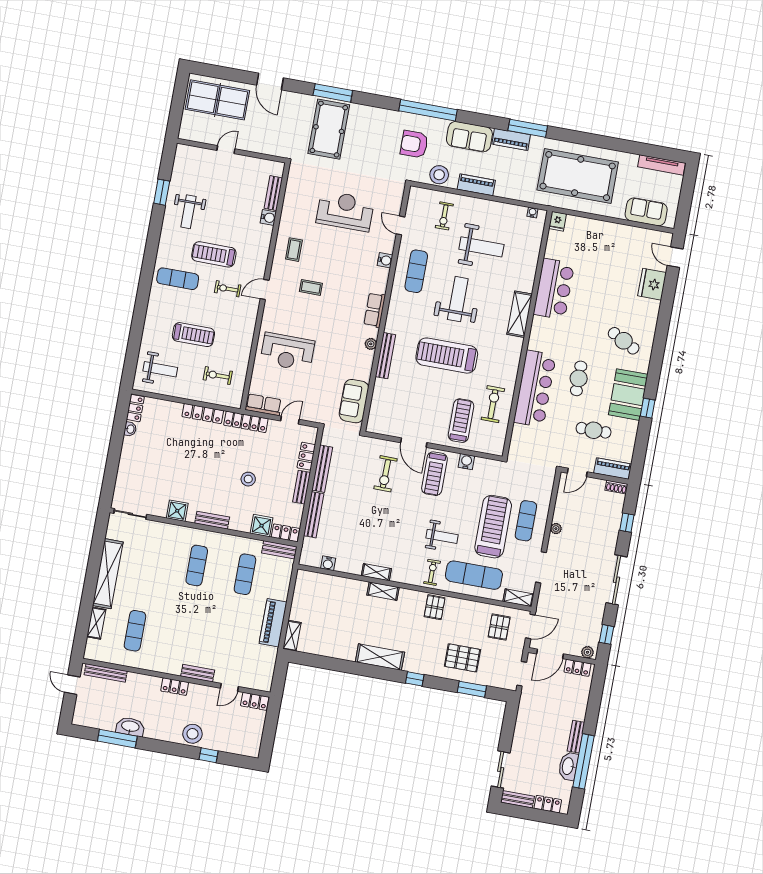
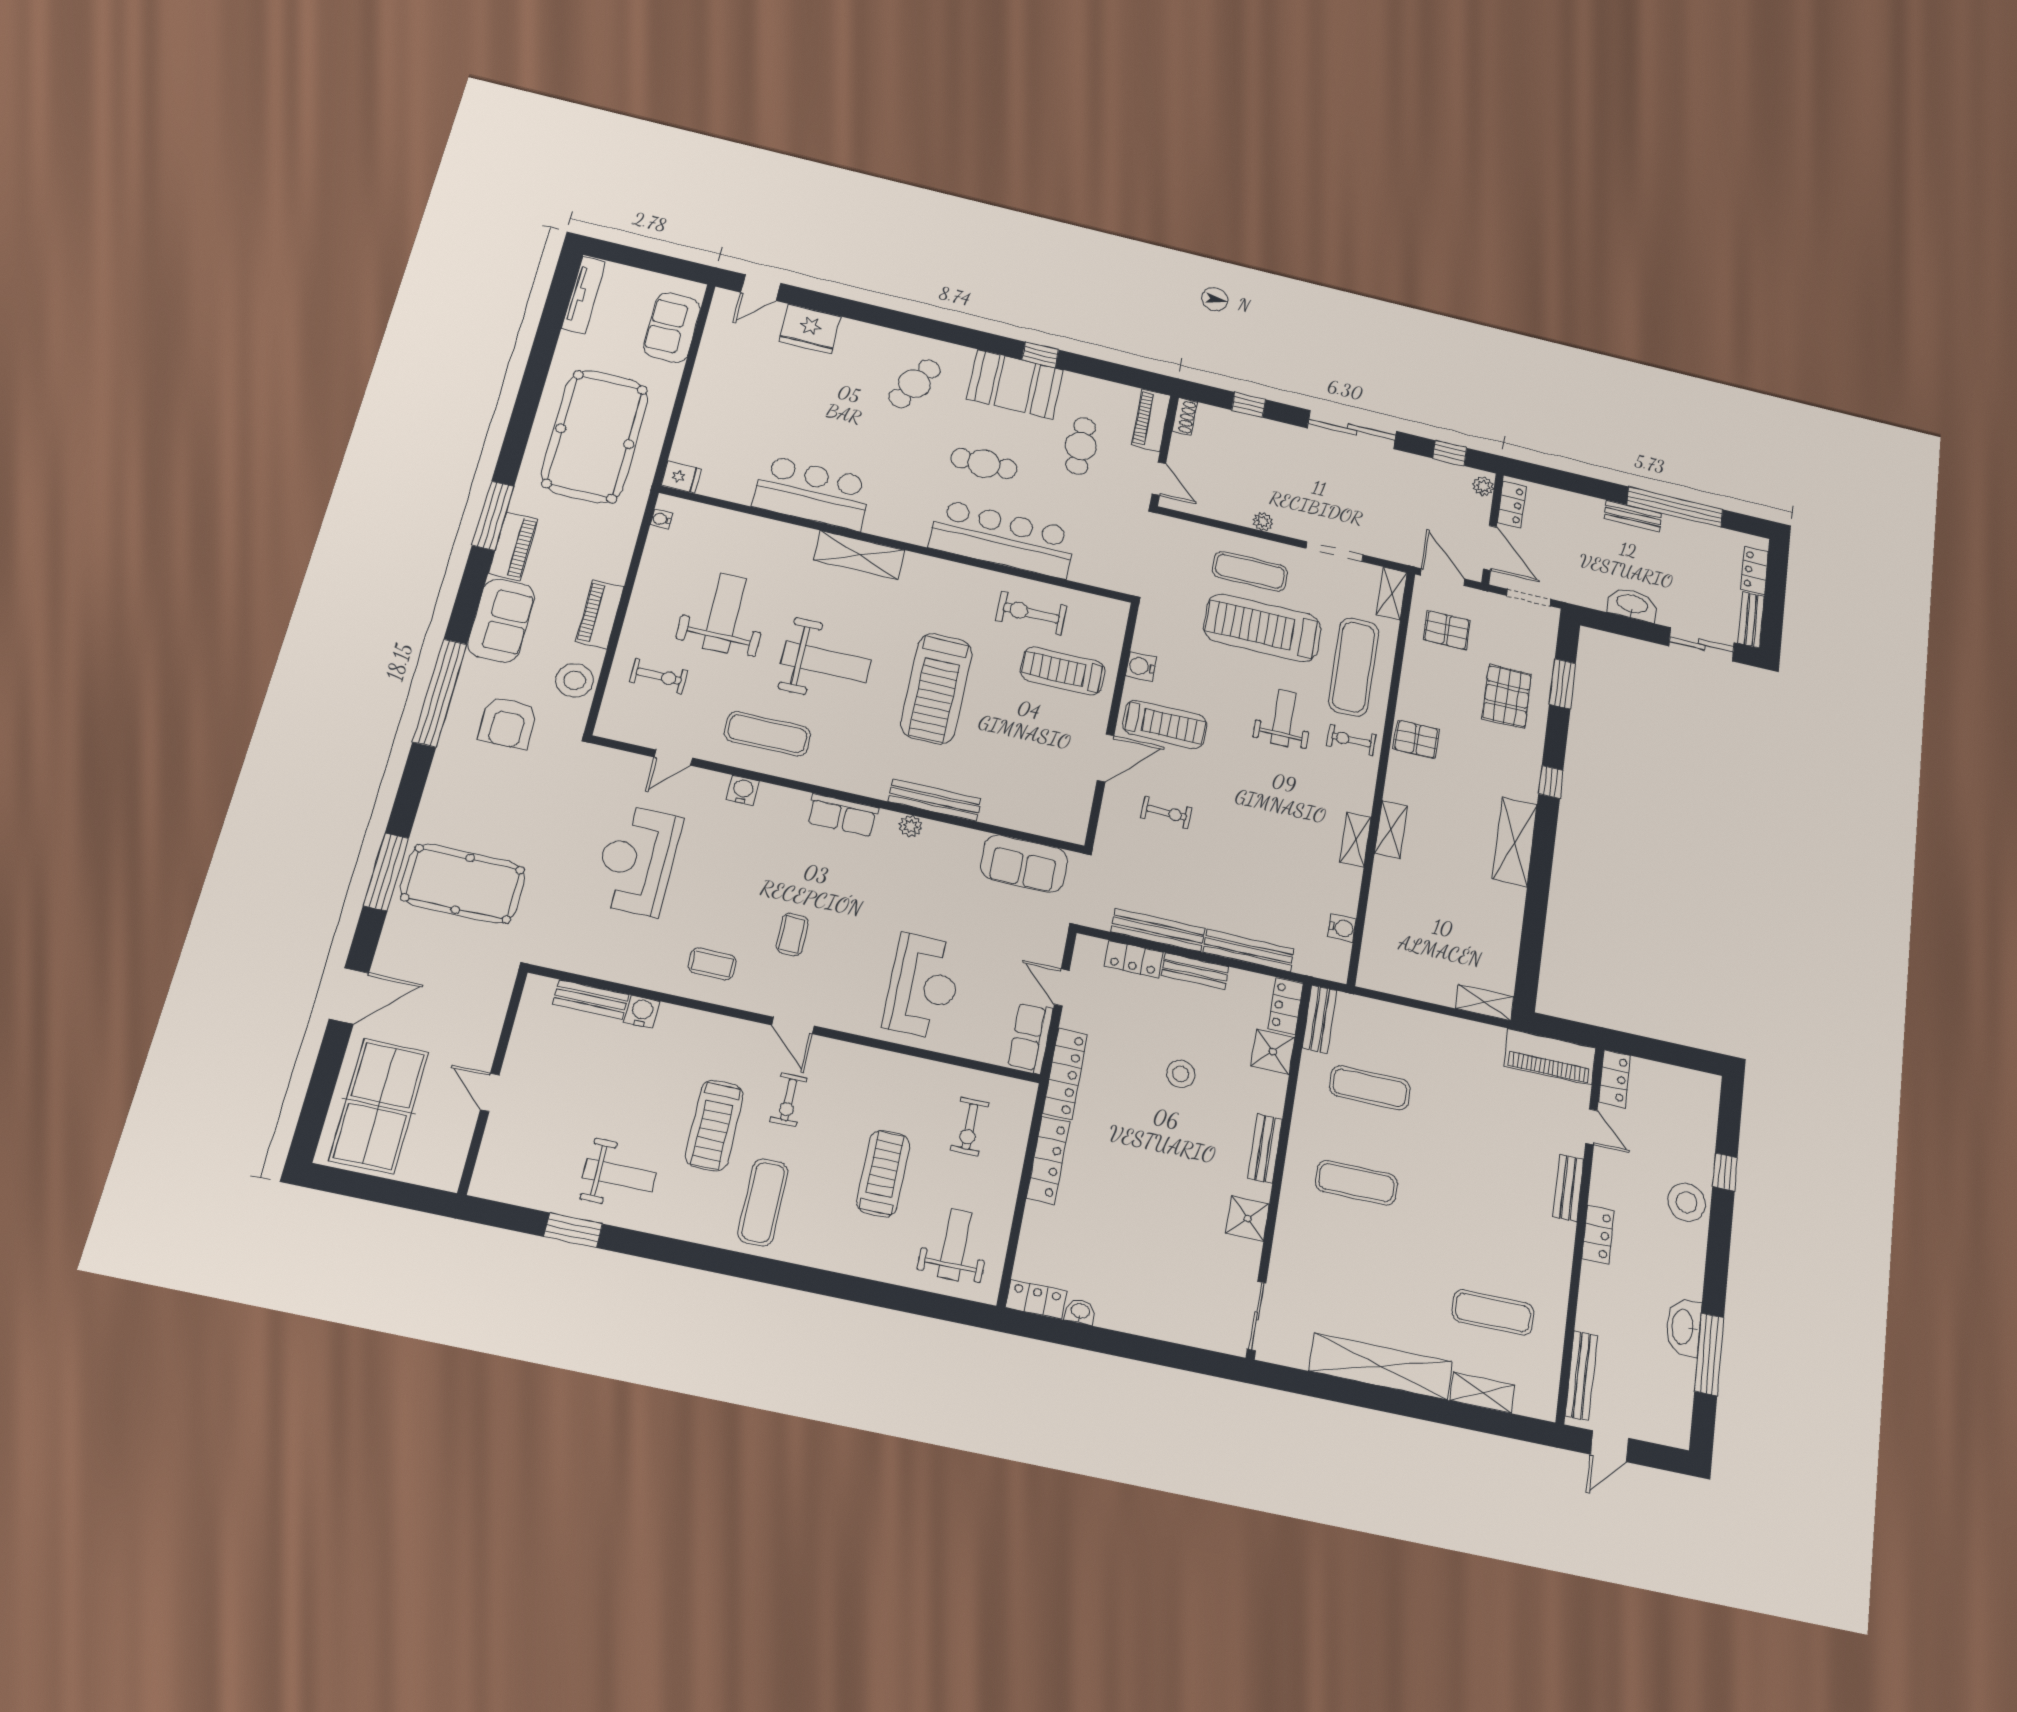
weight bench: (458, 299) -> (826, 662), turned 180
exercise bike: (386, 474) -> (1166, 813), width x0.73, depth x0.72
piano: (273, 623) -> (1550, 1057), moved
washbasin: (568, 766) -> (1632, 604), moved, turned 180

